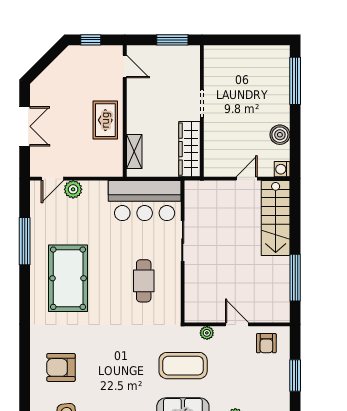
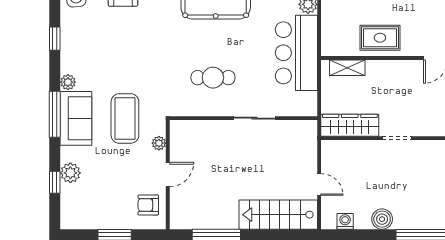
boiler: (280, 135) -> (382, 219), moved
washing machine: (282, 169) -> (345, 221), moved
bar counter: (145, 201) -> (296, 53), moved

